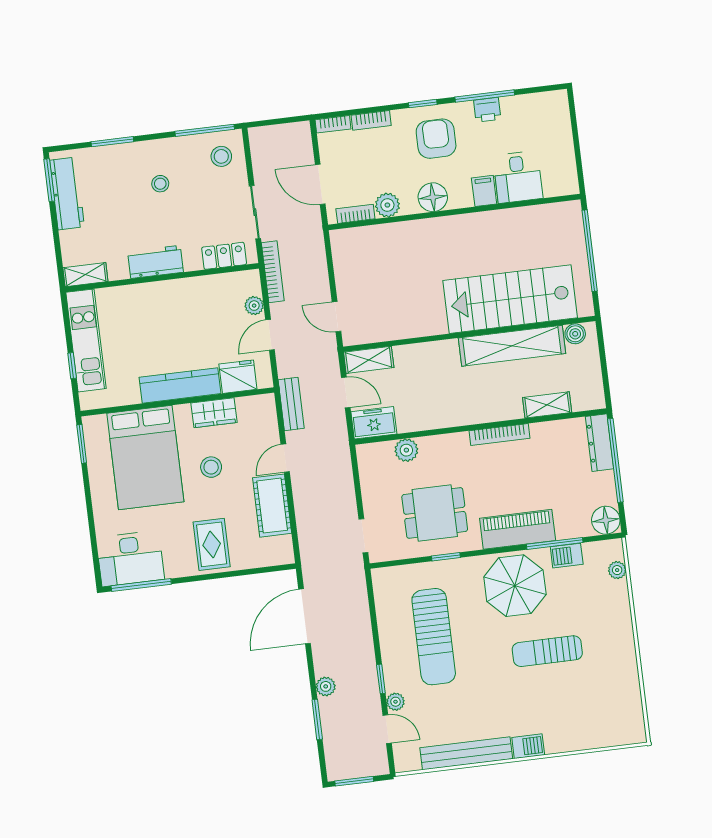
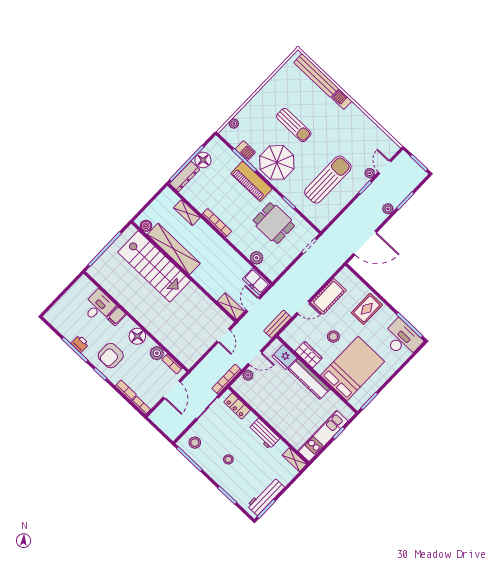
floor lamp: (606, 520) -> (203, 160), moved
bench: (466, 753) -> (316, 76), moved

